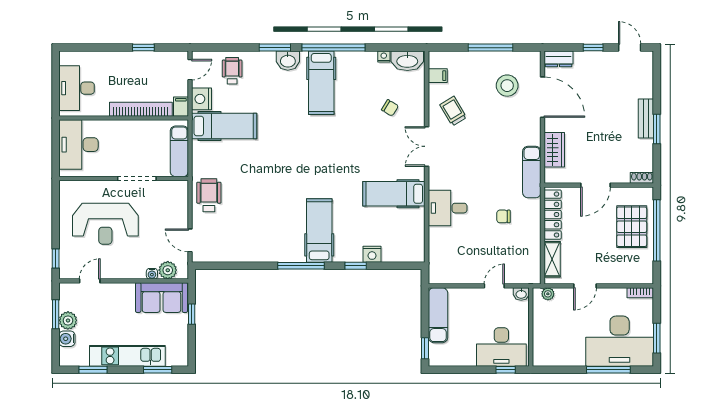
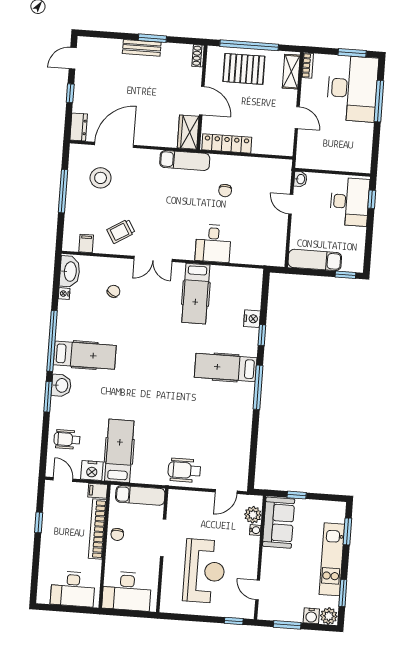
chair: (137, 130) -> (117, 534), added
wardrobe: (554, 150) -> (188, 132), moved, turned -90
shelving: (552, 259) -> (291, 72), moved, turned 90
plant: (548, 294) -> (302, 154), removed
plant: (68, 320) -> (329, 616), moved

